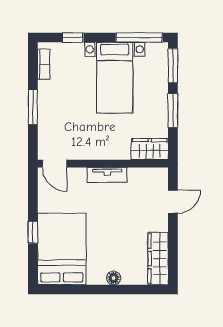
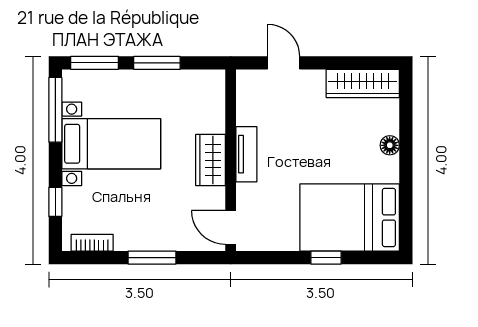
wardrobe: (150, 149) -> (210, 160), moved
door: (55, 164) -> (231, 227), swing flipped

